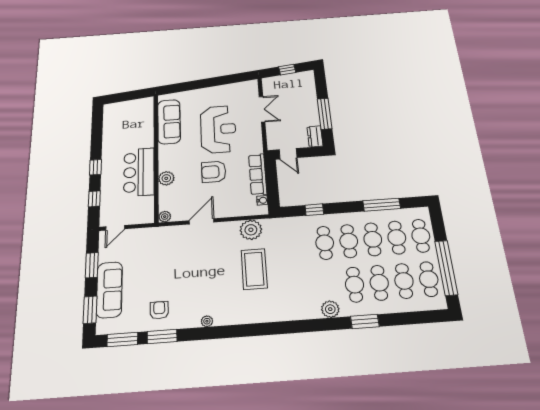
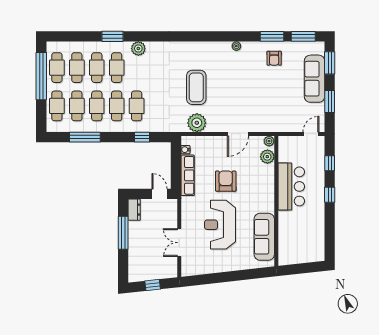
armchair: (214, 172) -> (226, 181), turned -90
plant: (166, 178) -> (267, 157), moved

